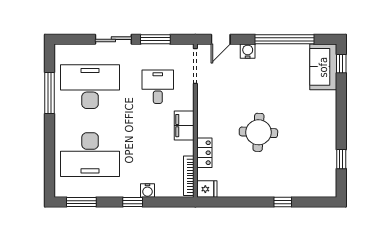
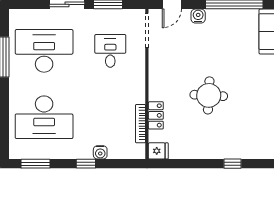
filing cabinet: (184, 126) -> (136, 89), removed
bookcase: (189, 176) -> (141, 124), moved

